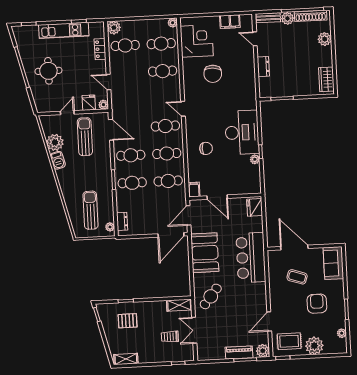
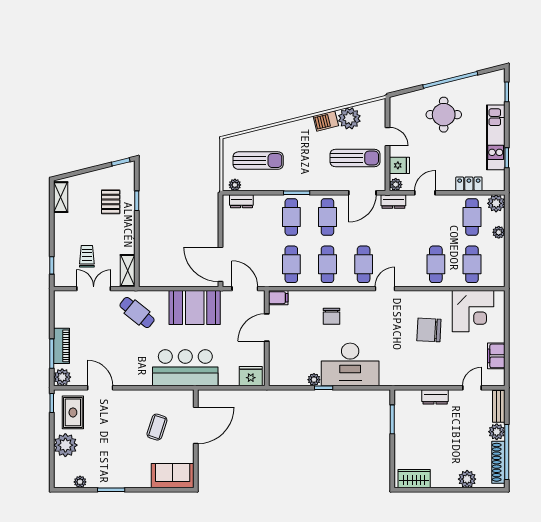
plant: (173, 23) -> (499, 232), moved
dresser: (116, 106) -> (393, 201), added
armchair: (317, 304) -> (120, 451), removed

